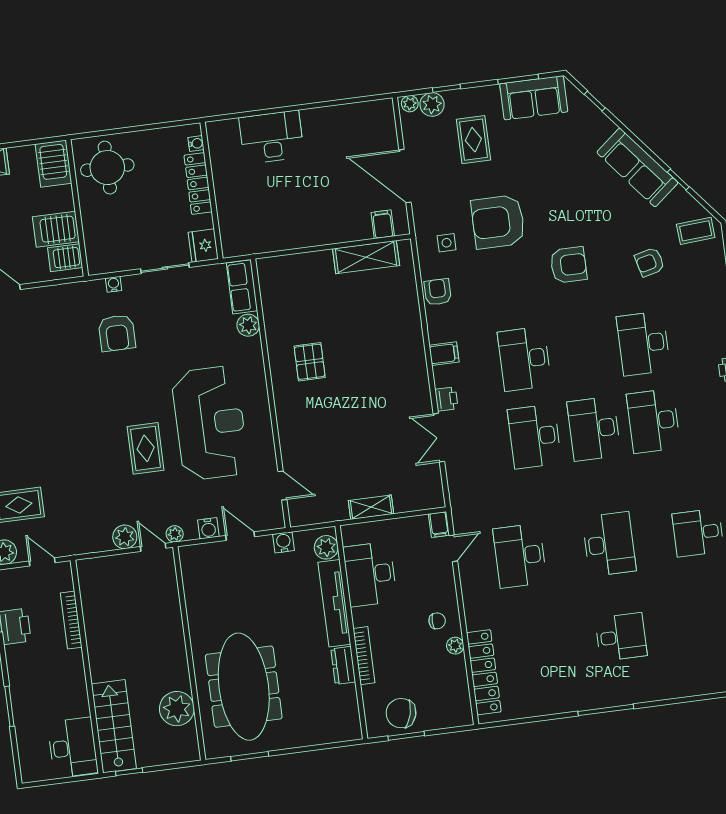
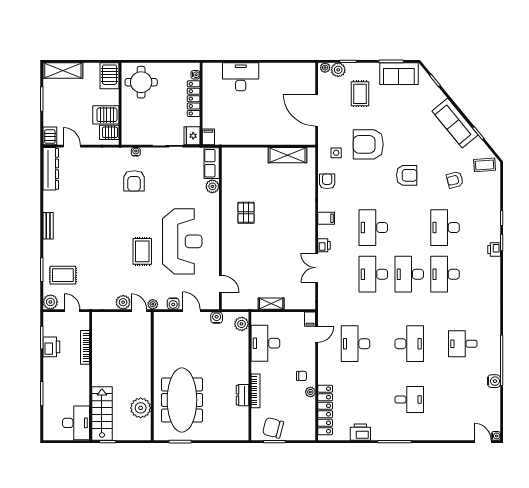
filing cabinet: (383, 224) -> (208, 137), moved
tv unit: (334, 603) -> (242, 358), removed
printer: (547, 701) -> (360, 432), added

